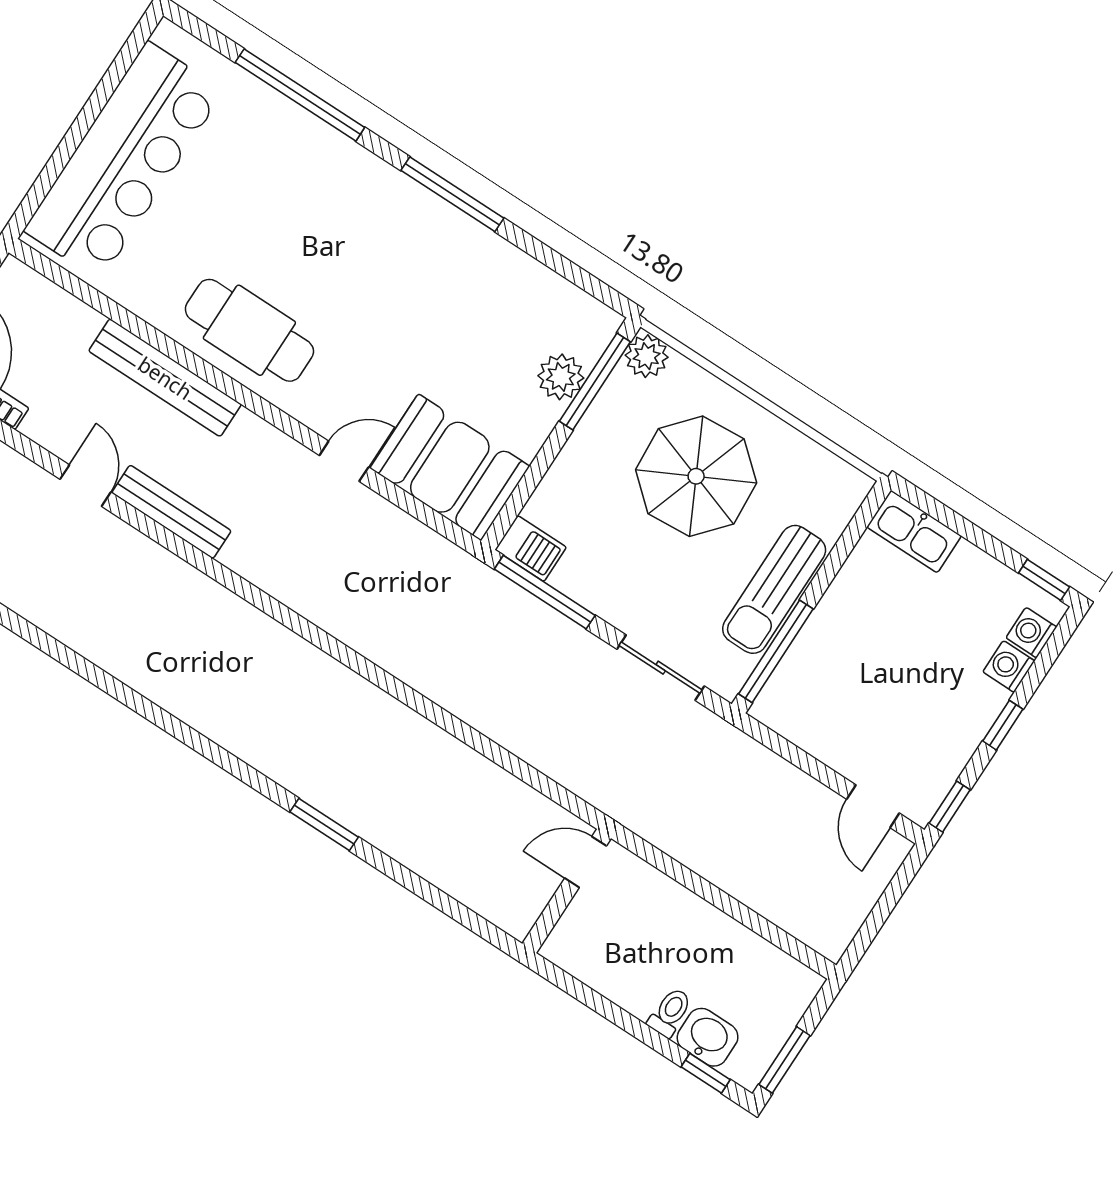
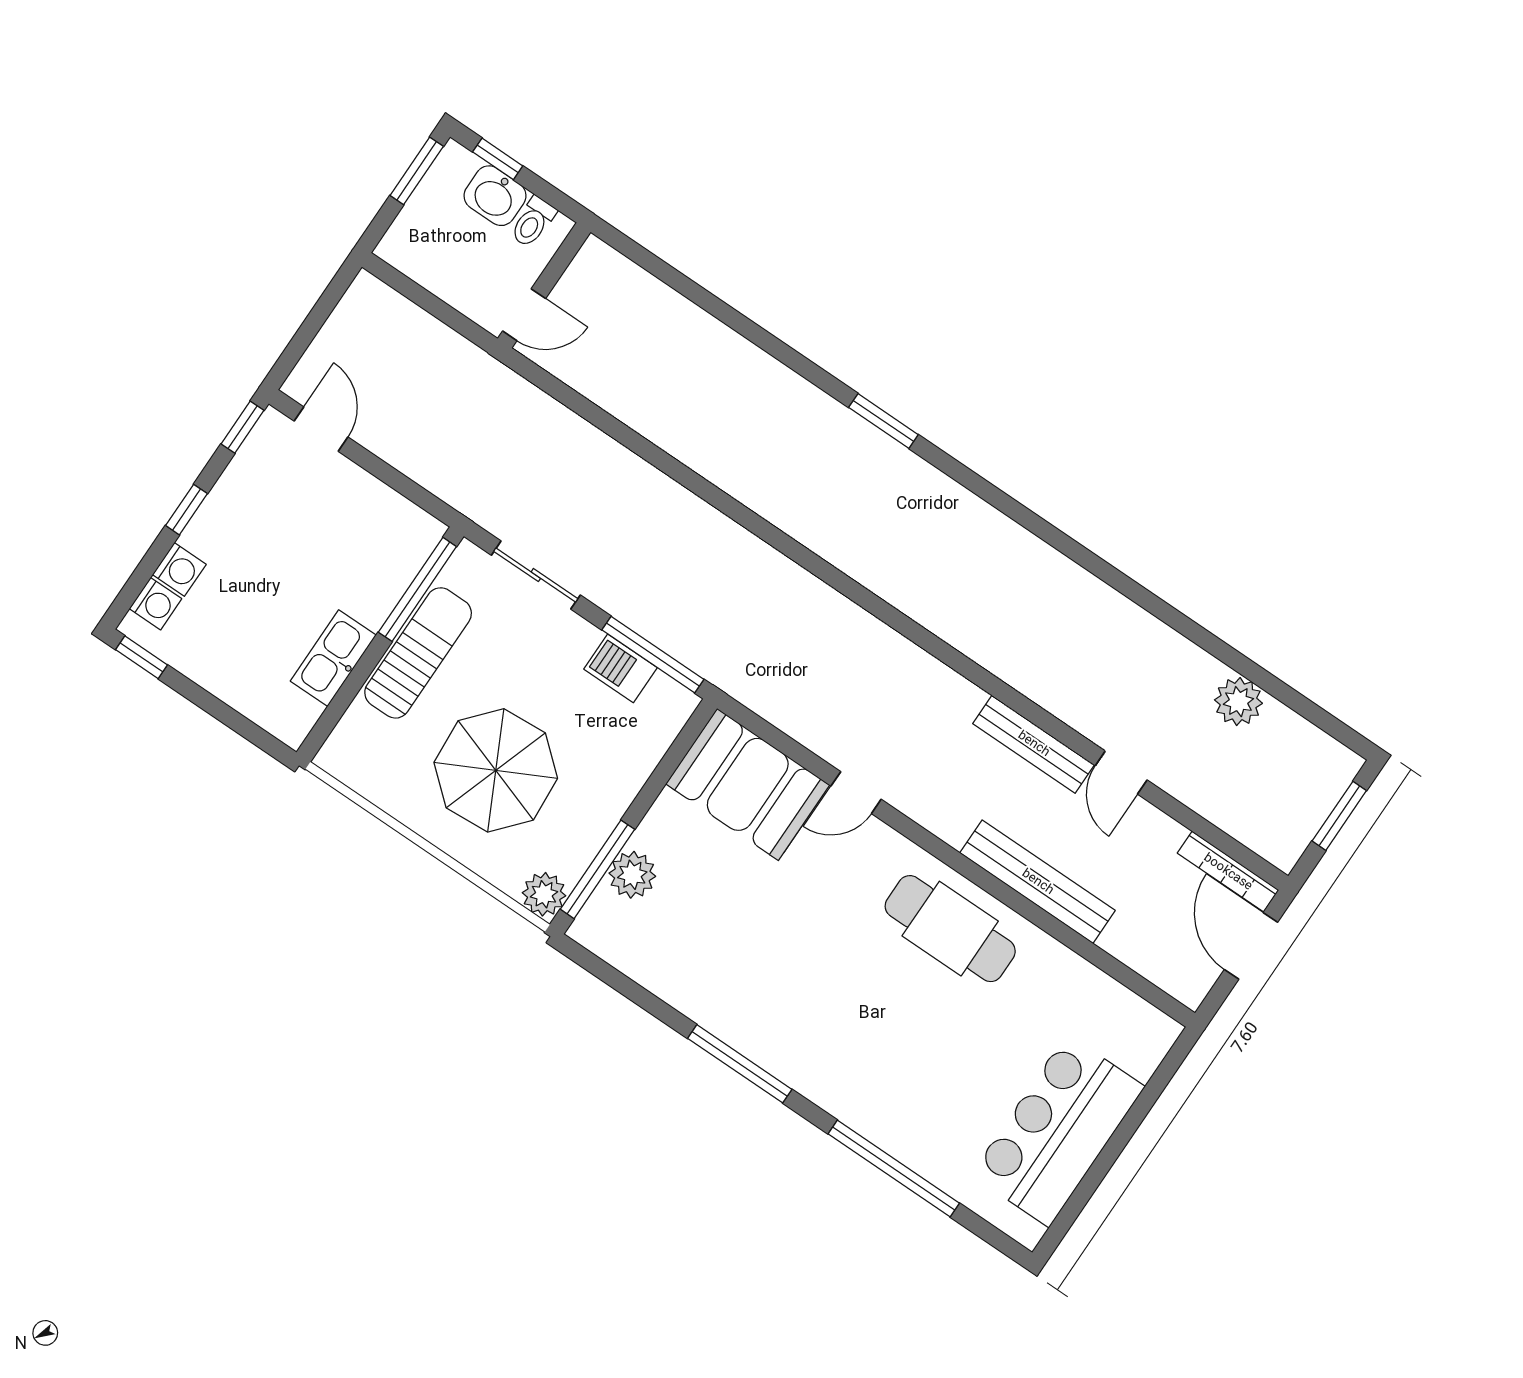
bar counter: (124, 161) -> (1058, 1131), width x0.73
kitchen sink: (914, 531) -> (333, 658), moved, turned -90
barbecue: (531, 548) -> (620, 668), moved
door: (586, 862) -> (524, 315), moved
wall: (567, 891) -> (544, 285), moved

